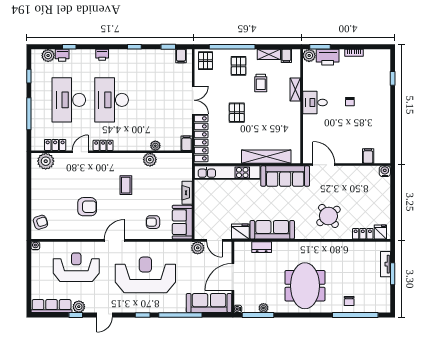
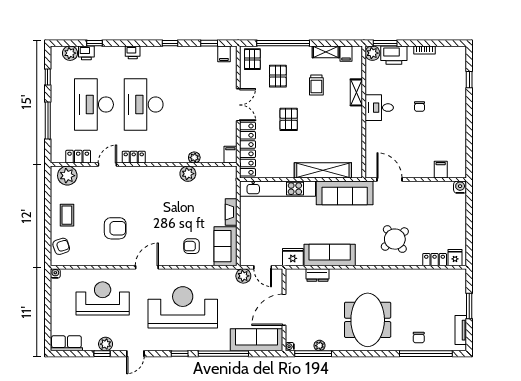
pallet: (239, 66) -> (278, 76), moved
coffee table: (126, 185) -> (67, 215), moved
tv unit: (385, 264) -> (461, 330), moved
row of seats: (52, 306) -> (66, 343), width x0.68

